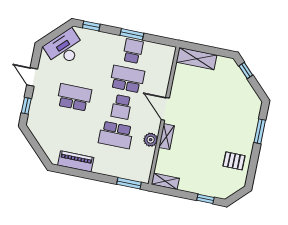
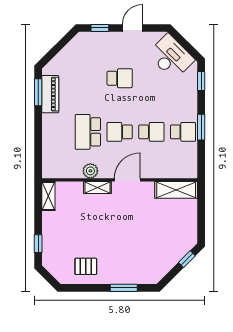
shelving: (197, 59) -> (176, 190), moved, turned 90
school desk: (127, 79) -> (151, 132), width x0.54
school desk: (74, 97) -> (120, 78), width x0.54
pallet: (234, 161) -> (86, 266), turned 90
window: (129, 183) -> (38, 92), moved

